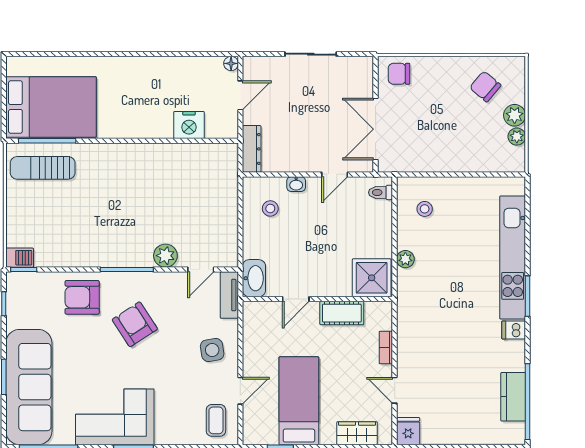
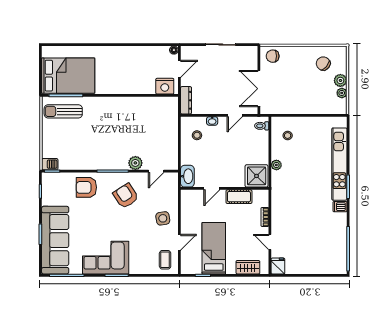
nightstand: (189, 125) -> (165, 86), moved
tv unit: (229, 295) -> (173, 186), removed
armchair: (135, 324) -> (126, 196), moved
kitchen counter: (513, 397) -> (340, 246), removed

